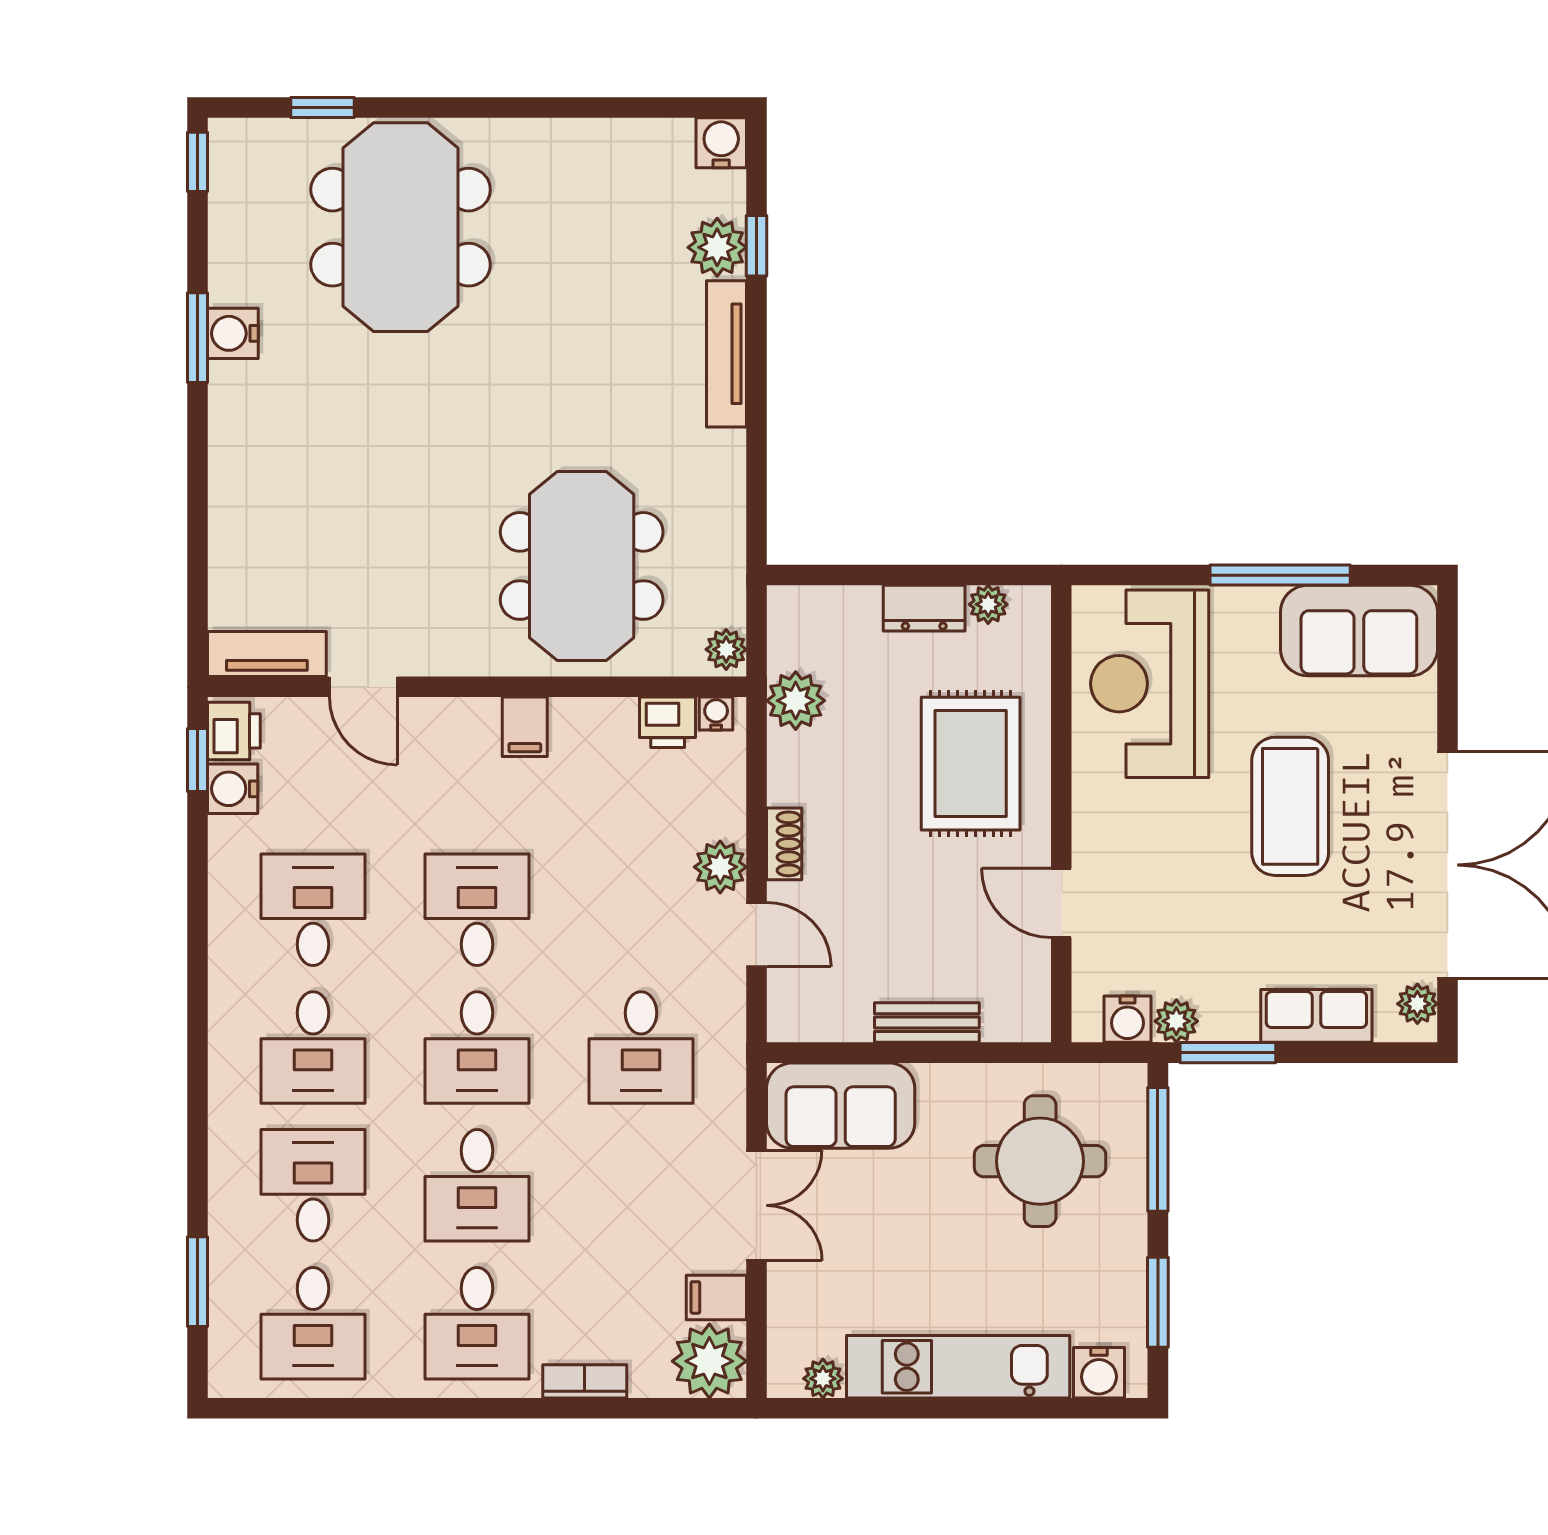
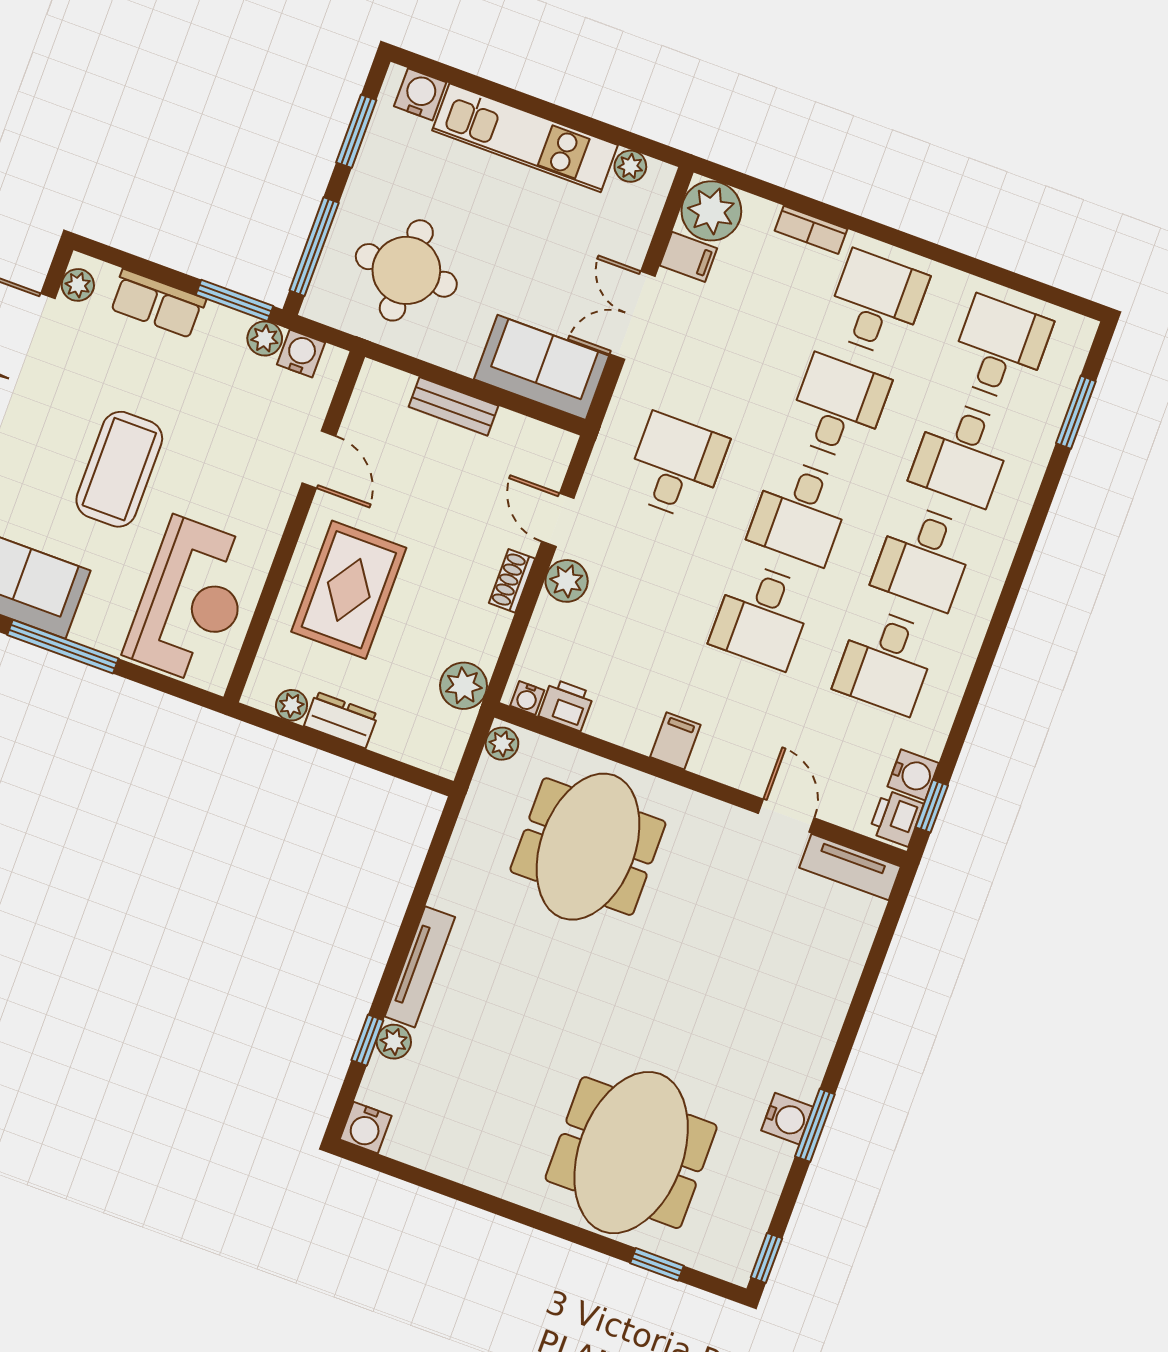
plant: (717, 247) -> (394, 1042), width x0.73, depth x0.73
desk: (313, 1048) -> (924, 557), turned 180
desk: (477, 1048) -> (800, 512), turned 180

